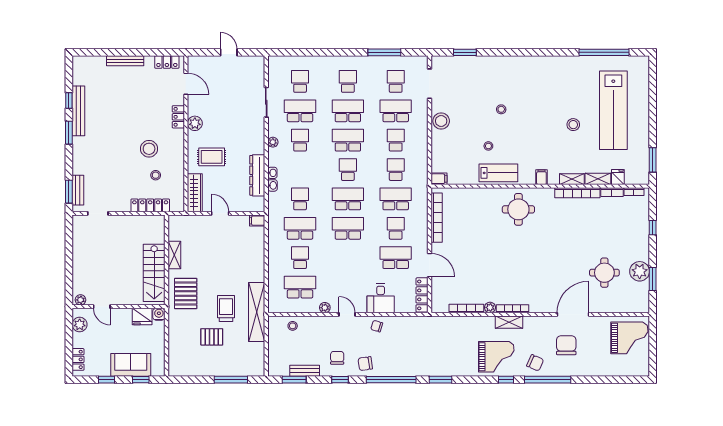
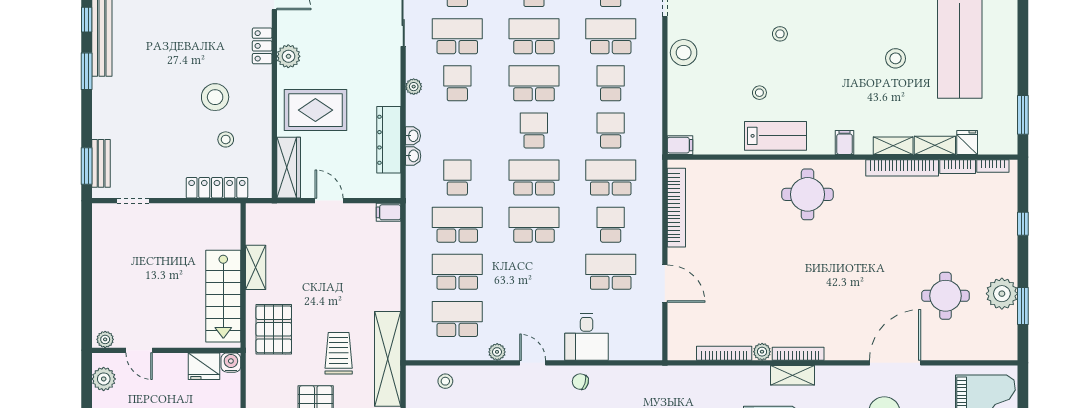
rug: (212, 157) -> (315, 110), width x1.36, depth x1.43
school desk: (300, 258) -> (457, 272), width x1.85
locker: (422, 295) -> (653, 332), removed

